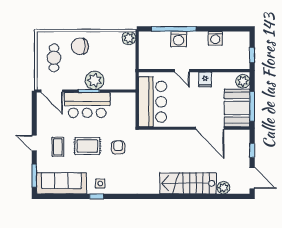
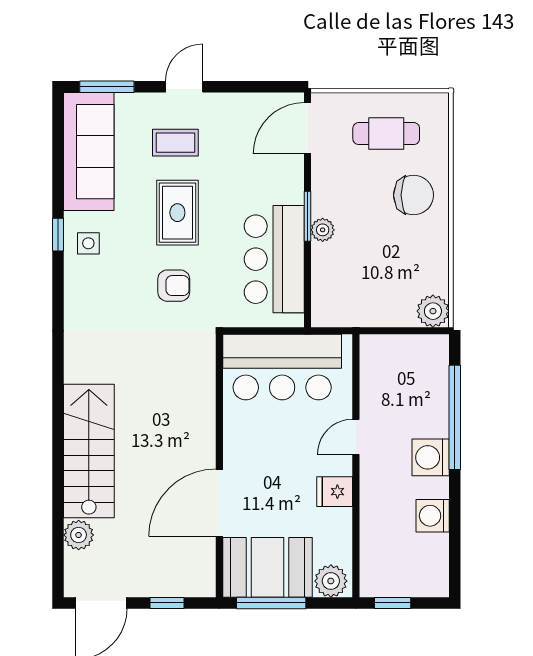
washing machine: (179, 39) -> (431, 457), moved
chair: (80, 46) -> (414, 195), turned 90
plant: (95, 80) -> (323, 230), width x0.53, depth x0.53
bar counter: (87, 105) -> (274, 259), moved

